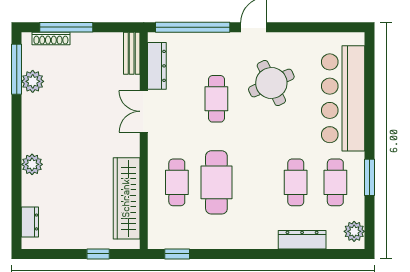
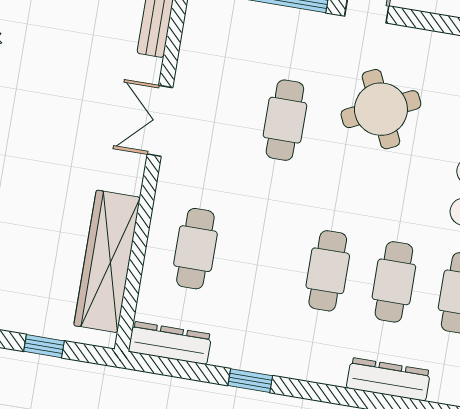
dresser: (157, 66) -> (170, 343), moved, turned -90
cafe table: (216, 182) -> (328, 271), moved, width x0.73, depth x0.74
window: (177, 254) -> (250, 381), moved

